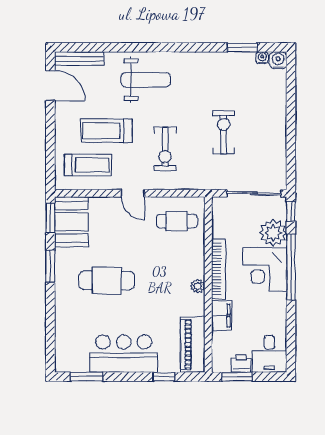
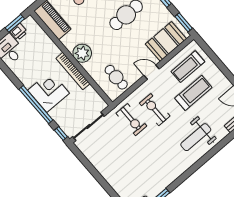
exercise bike: (224, 132) -> (131, 120), moved
cafe table: (177, 221) -> (116, 77), turned 90
booth: (72, 222) -> (166, 41), moved, turned 90
plant: (273, 233) -> (61, 114), removed
plant: (198, 286) -> (82, 53), width x1.87, depth x1.87
filing cabinet: (222, 316) -> (50, 48), removed

